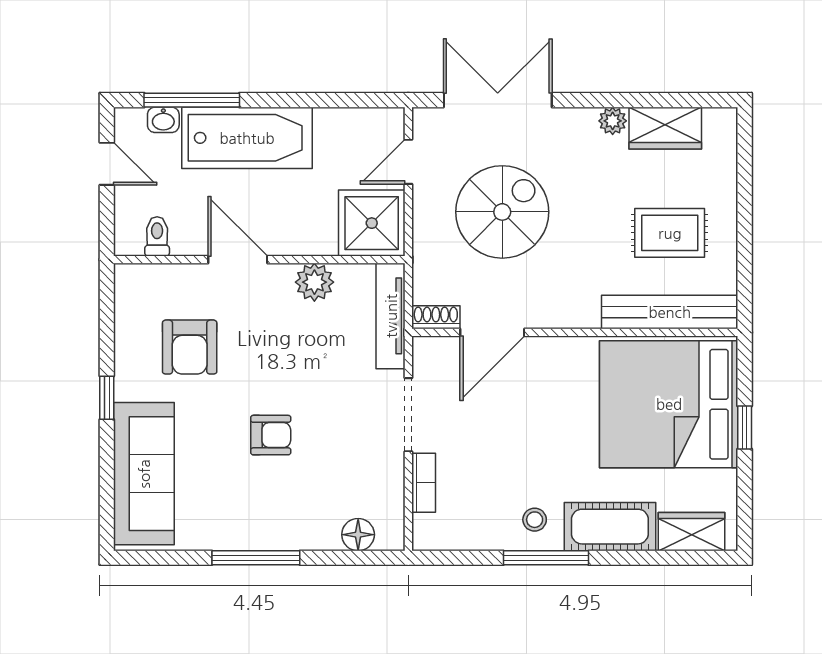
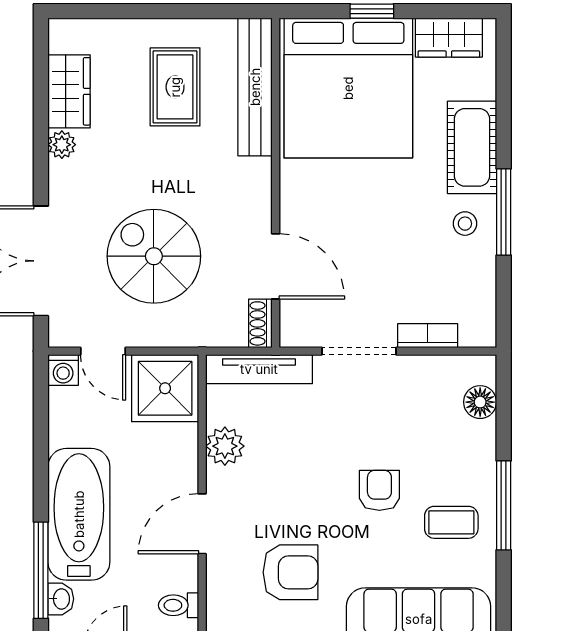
washing machine: (390, 122) -> (63, 370), added
coffee table: (239, 506) -> (451, 522), added
wardrobe: (691, 532) -> (449, 38), moved, turned -90

